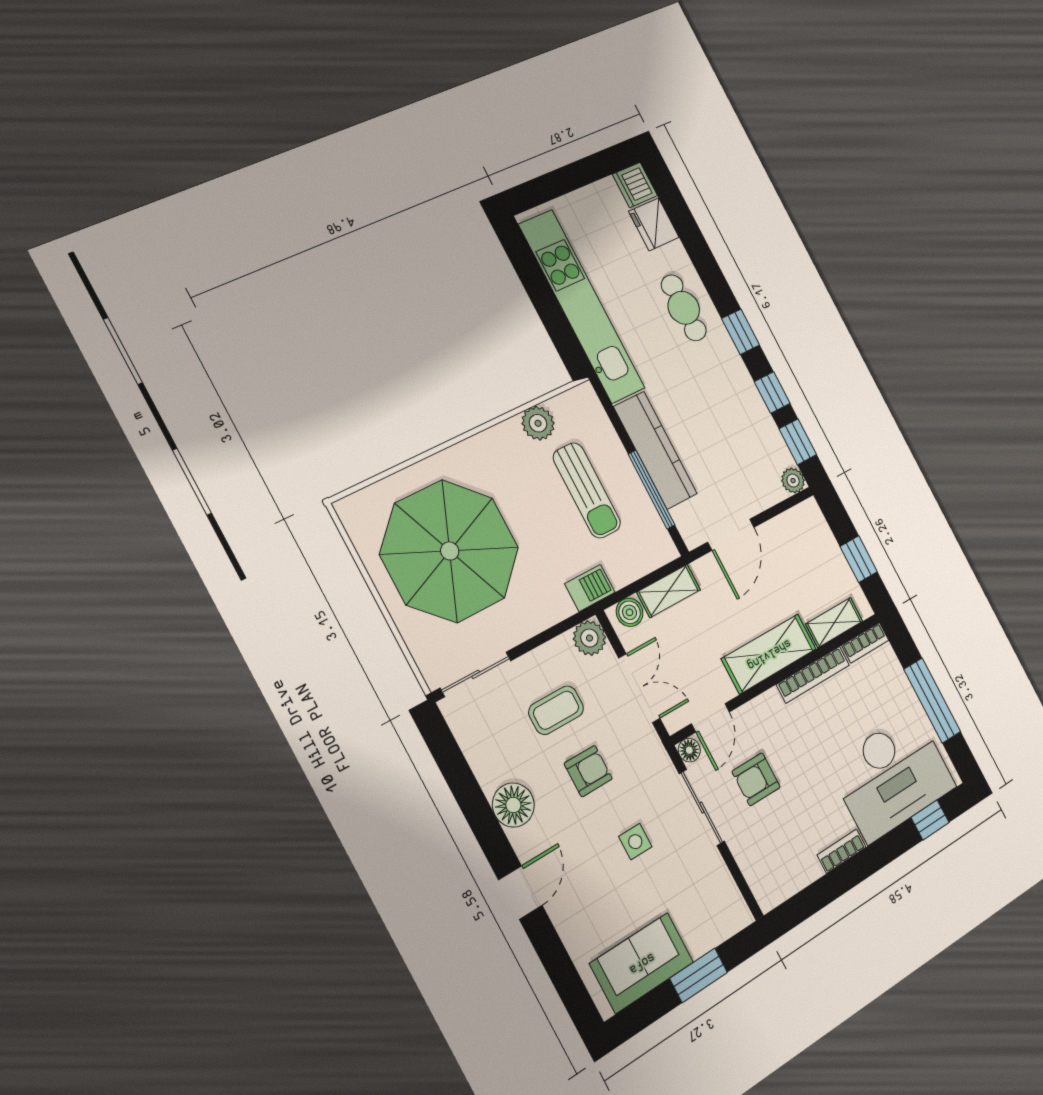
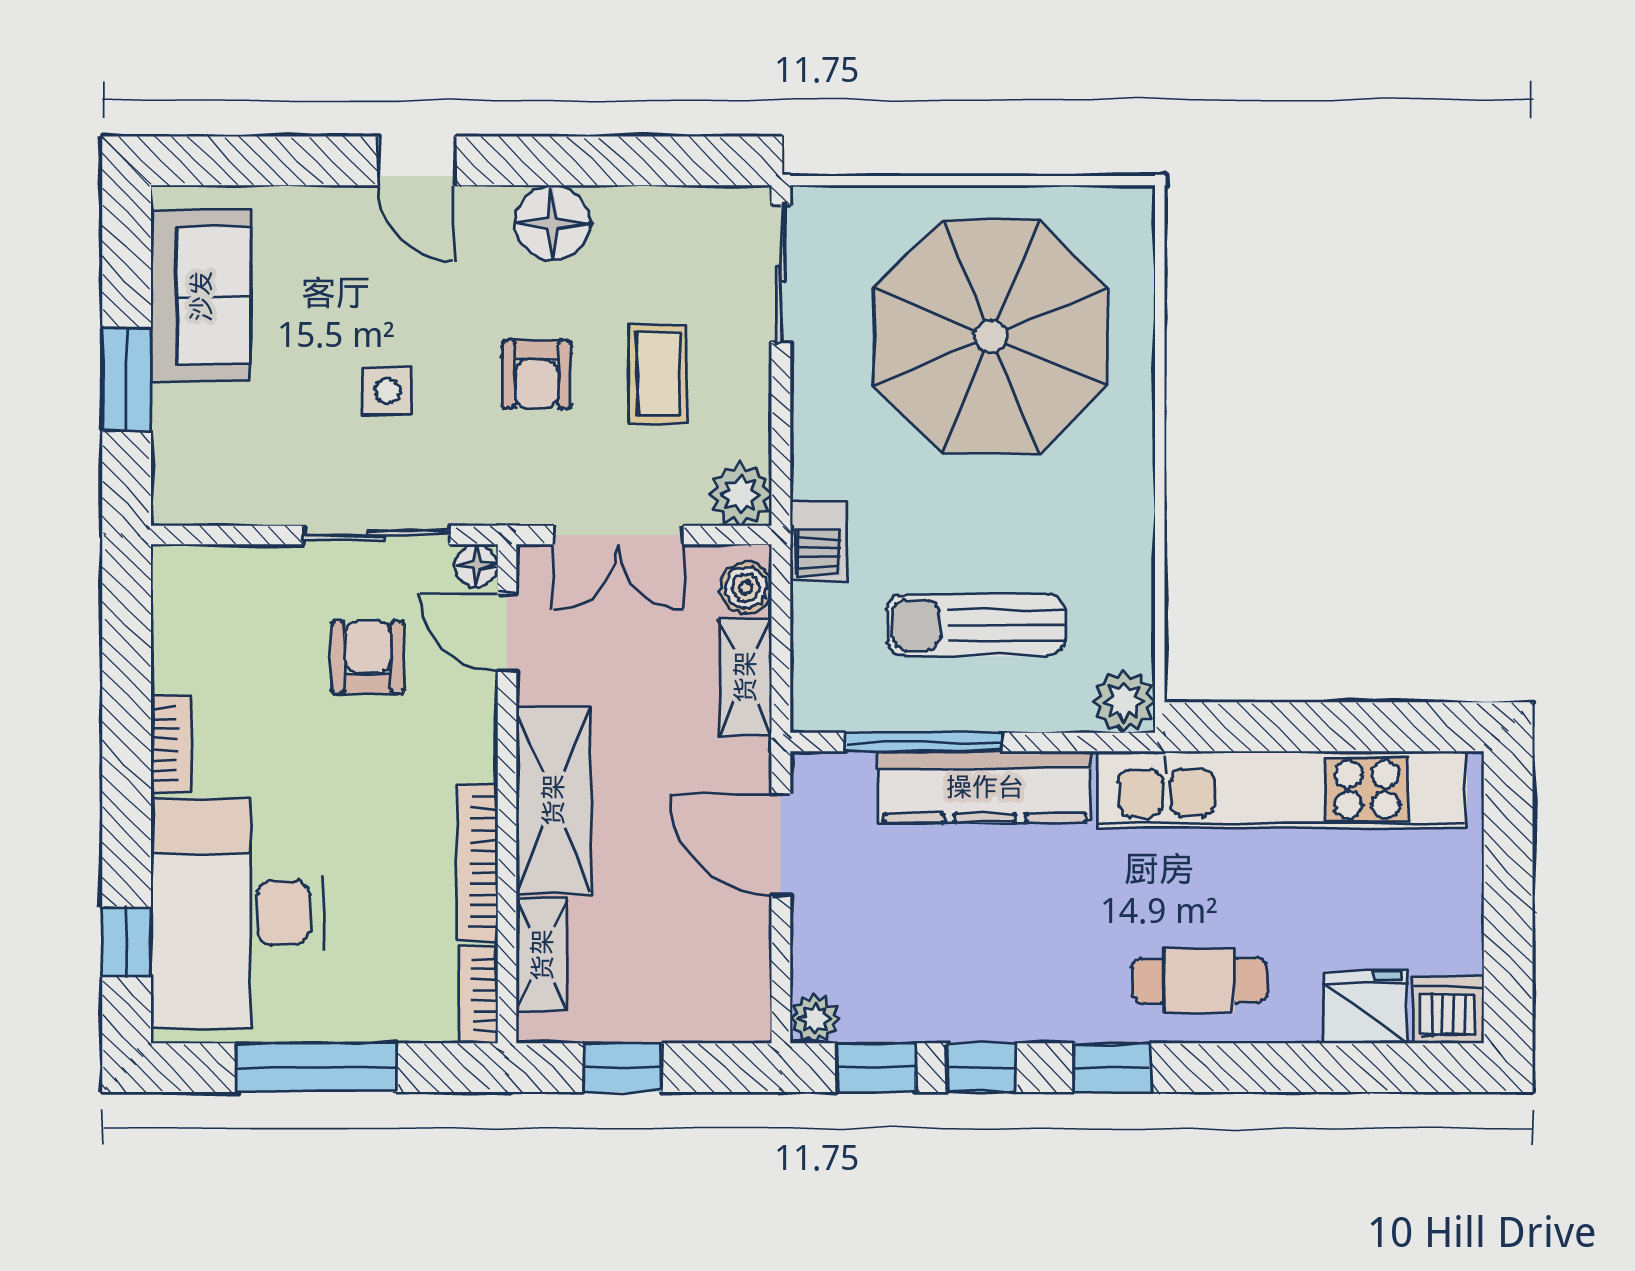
plant: (538, 423) -> (1124, 701), moved

